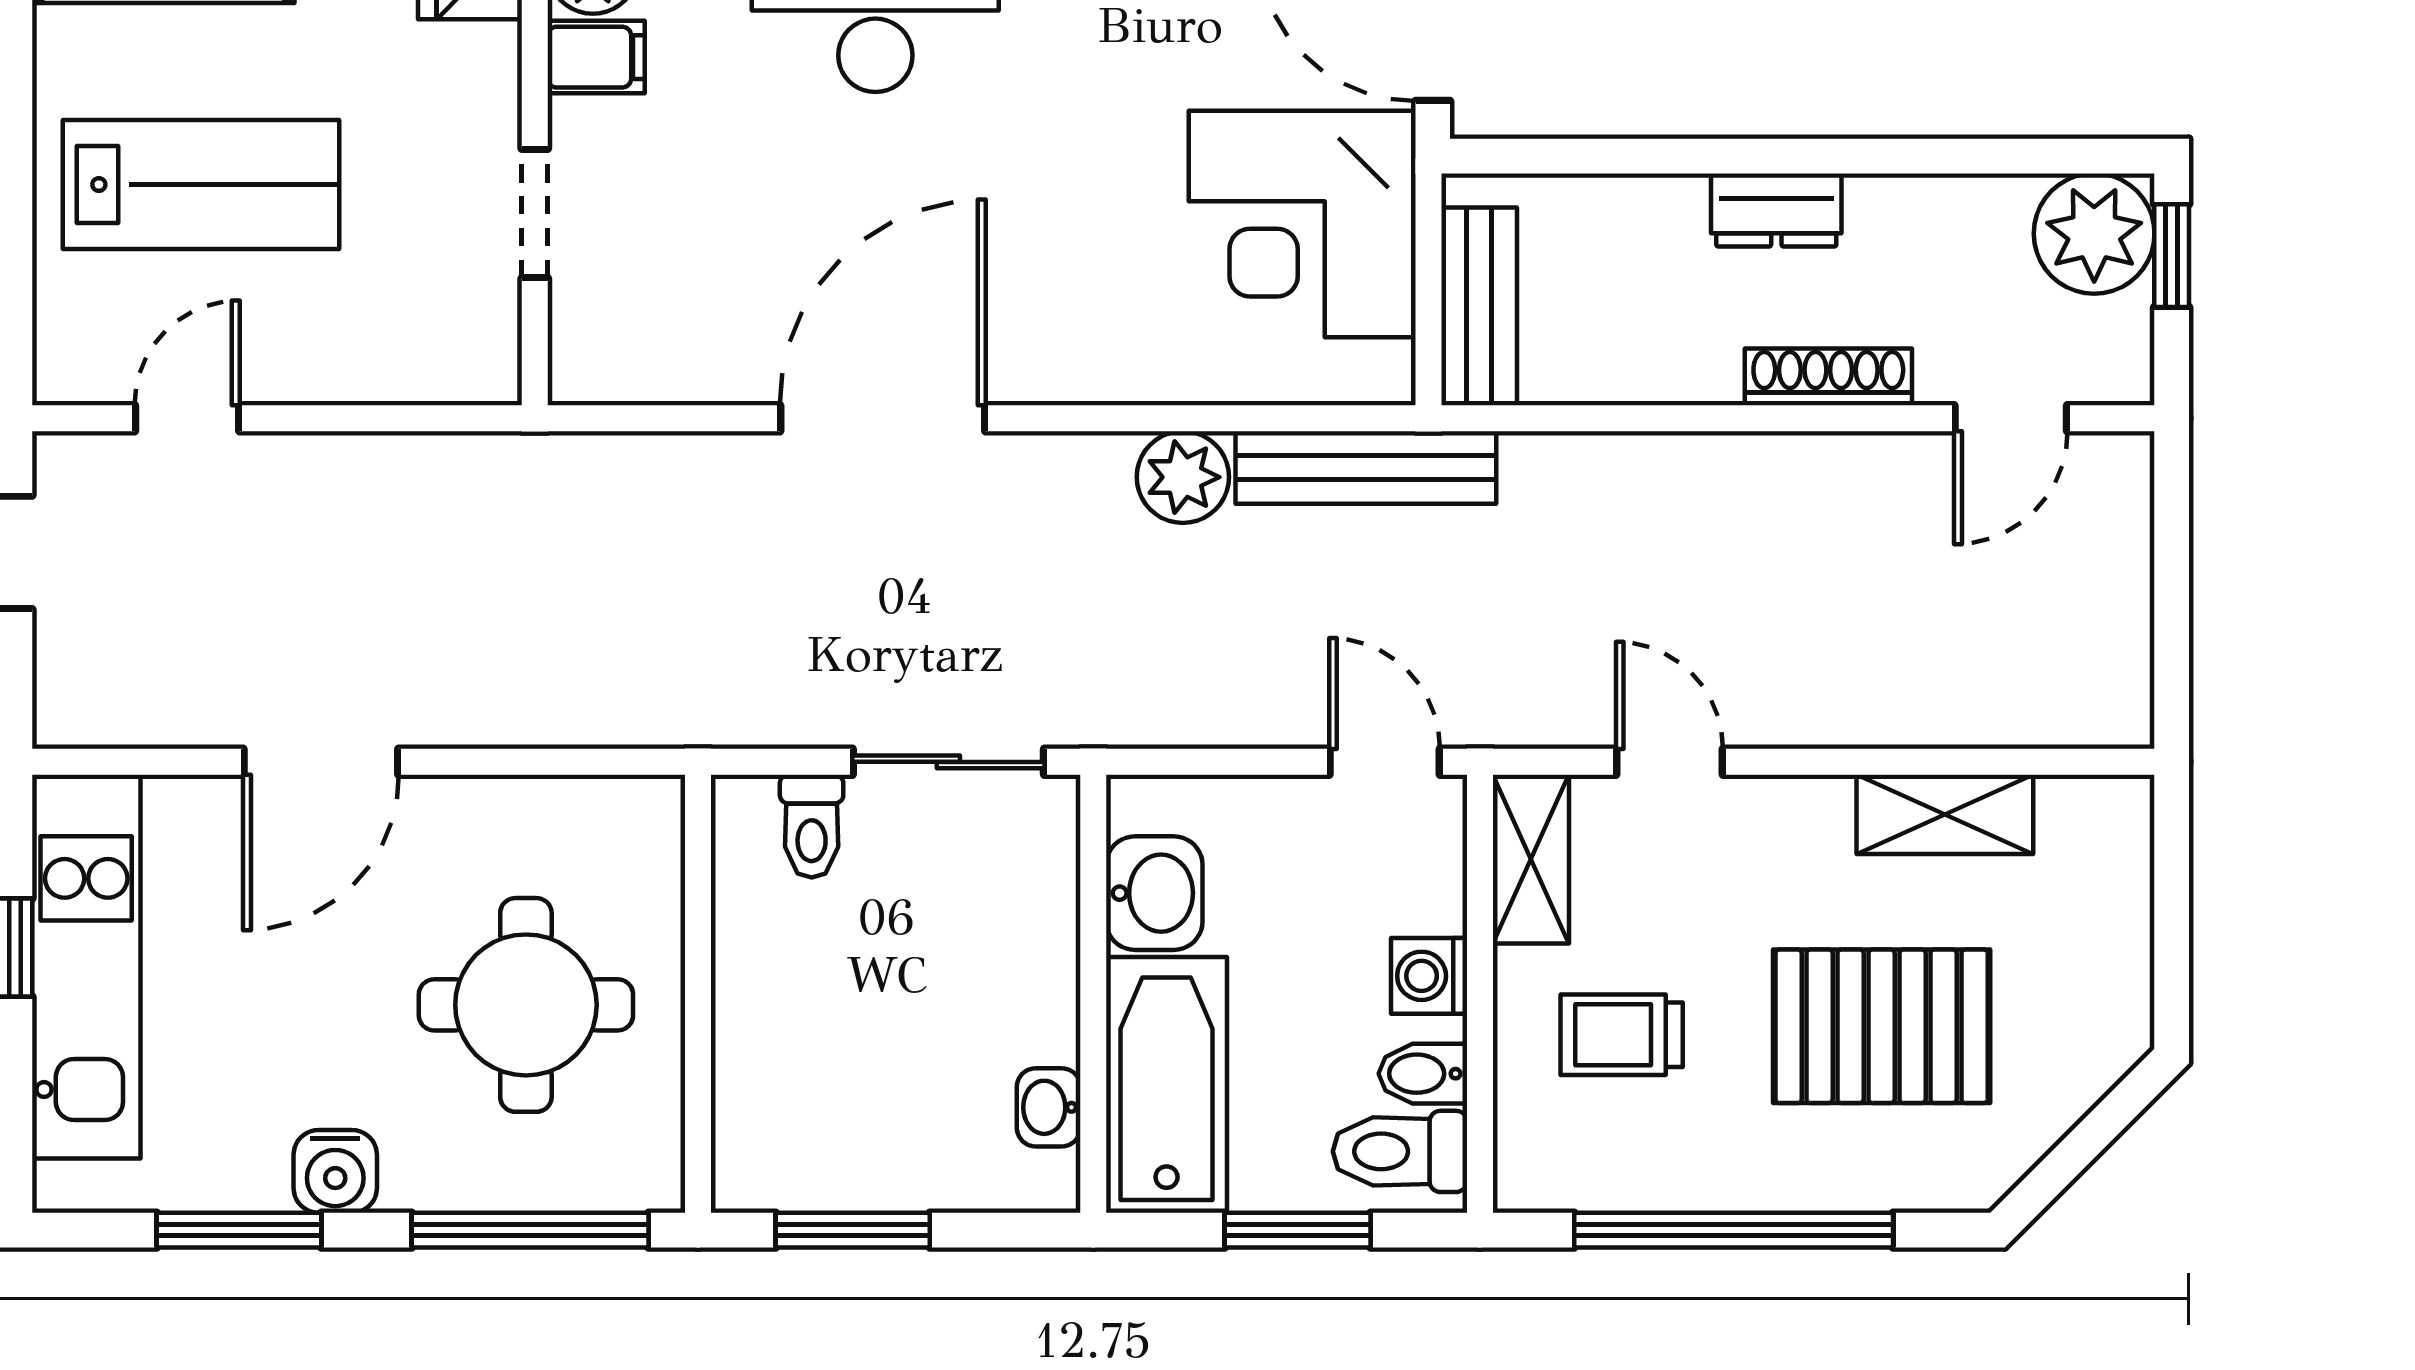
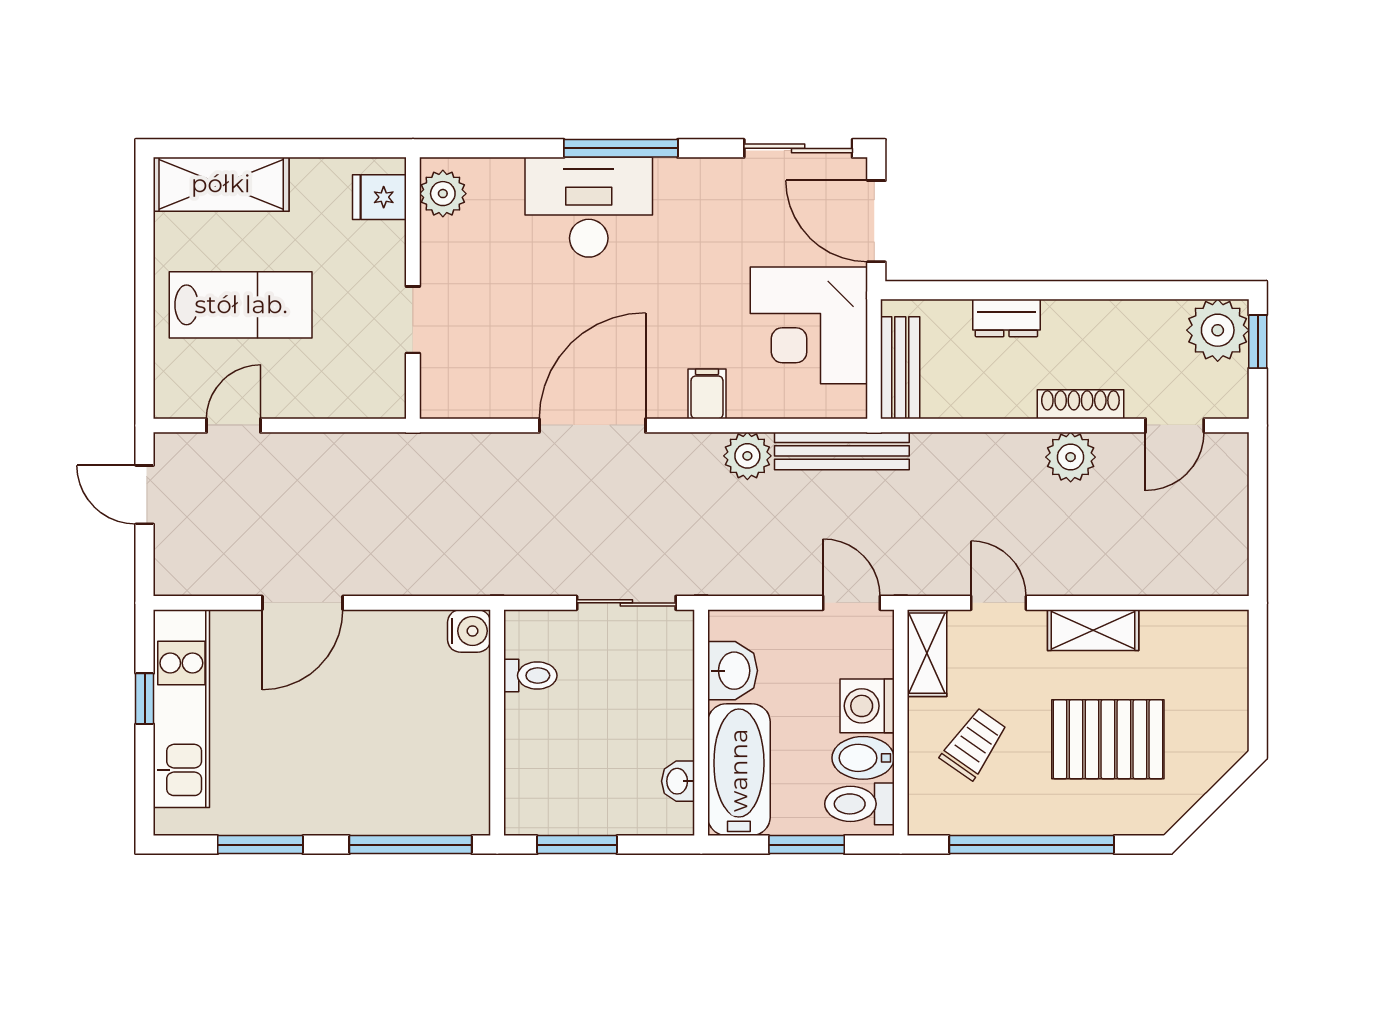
filing cabinet: (596, 57) -> (707, 394), moved, turned -90
dresser: (1776, 210) -> (1006, 318), moved
plant: (1809, 479) -> (1071, 457), added
shelving: (1945, 814) -> (1093, 630), moved
toilet: (812, 826) -> (530, 676), moved, turned -90
washing machine: (1429, 976) -> (867, 706), width x1.38, depth x1.38
round table: (526, 1005) -> (408, 728), removed
trolley: (1622, 1035) -> (974, 744), turned 125
bidet: (1423, 1074) -> (863, 758), width x1.38, depth x1.36
water cooler: (335, 1171) -> (469, 631), moved, turned -90

